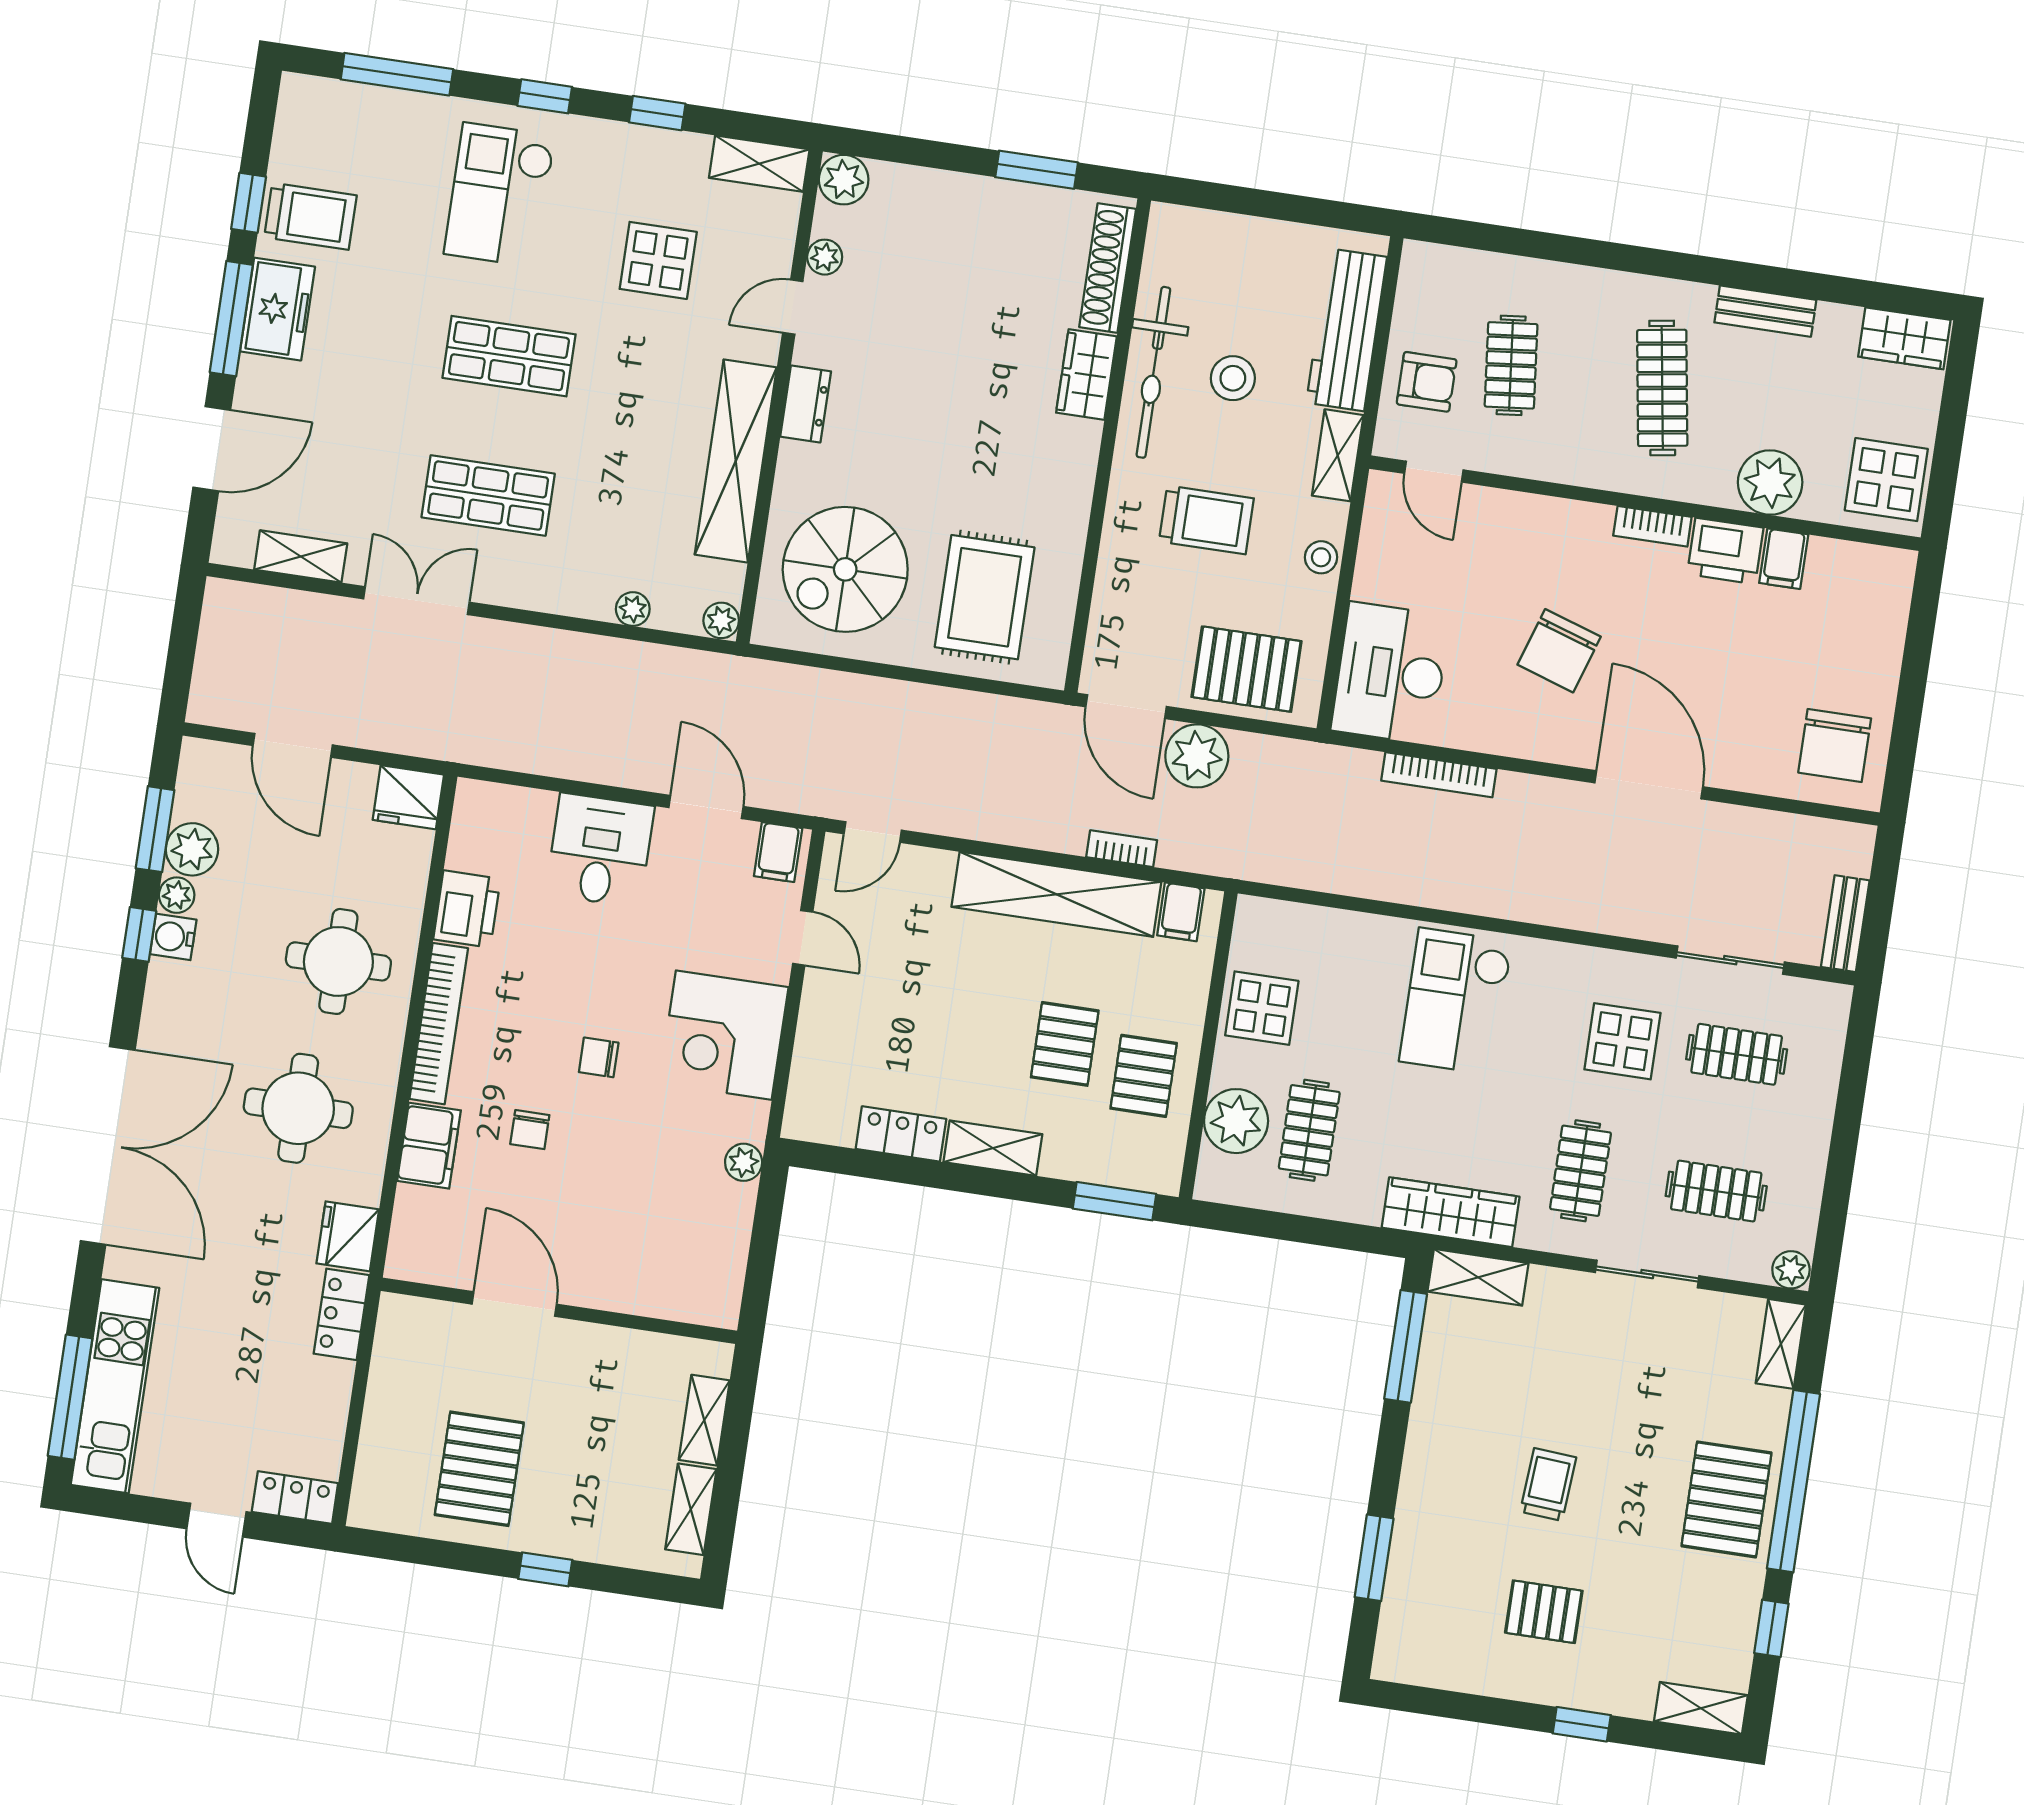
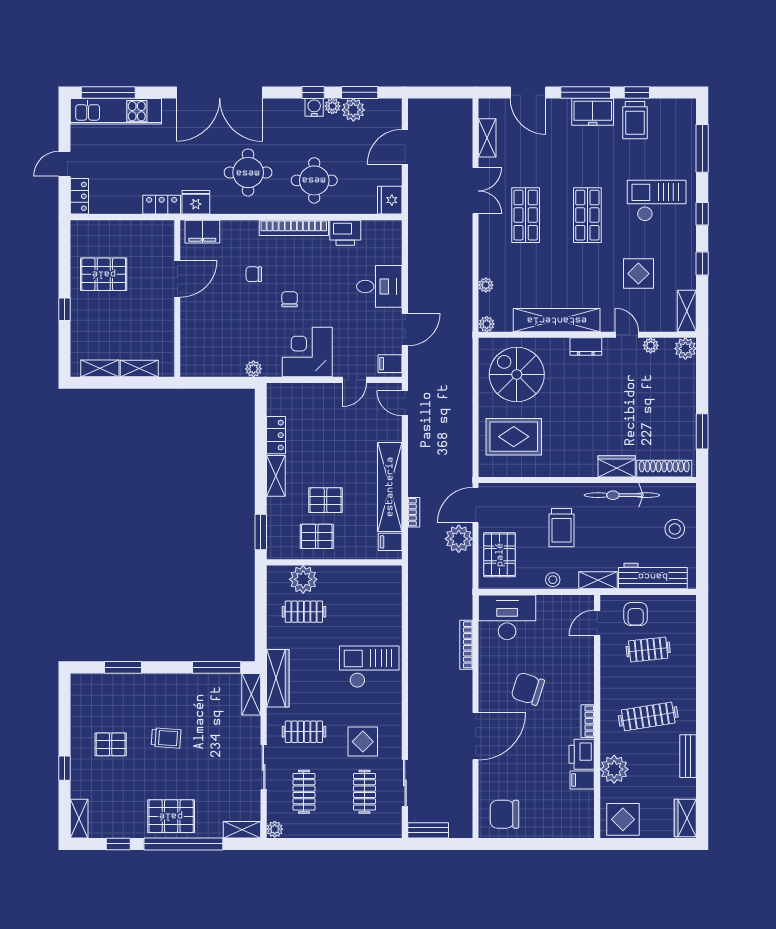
stool: (1233, 378) -> (675, 529), moved
display table: (1262, 1008) -> (354, 583), removed
filing cabinet: (429, 1146) -> (202, 232), moved
pallet: (1544, 1612) -> (111, 744), turned 90

